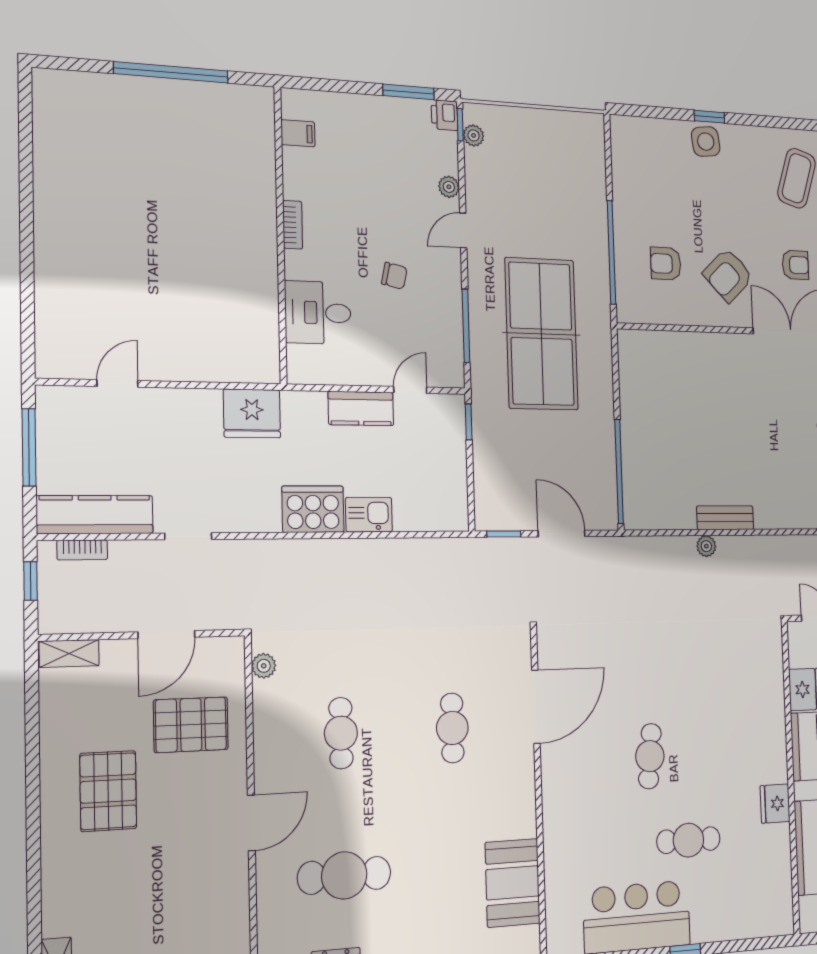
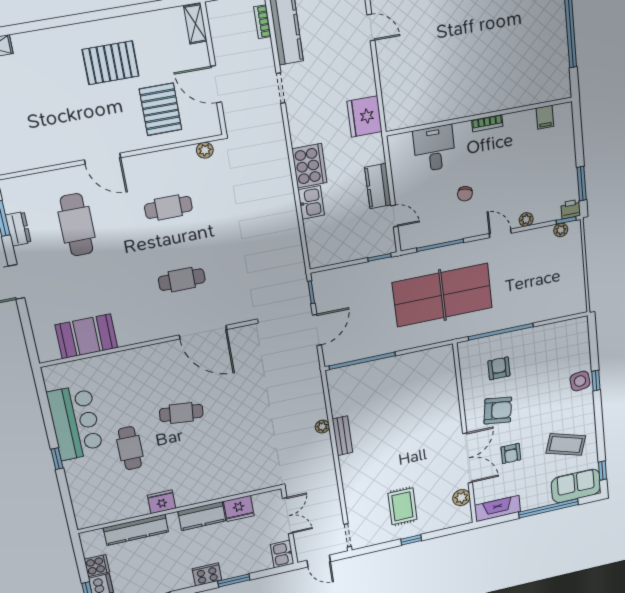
armchair: (728, 275) -> (498, 410), turned 142

